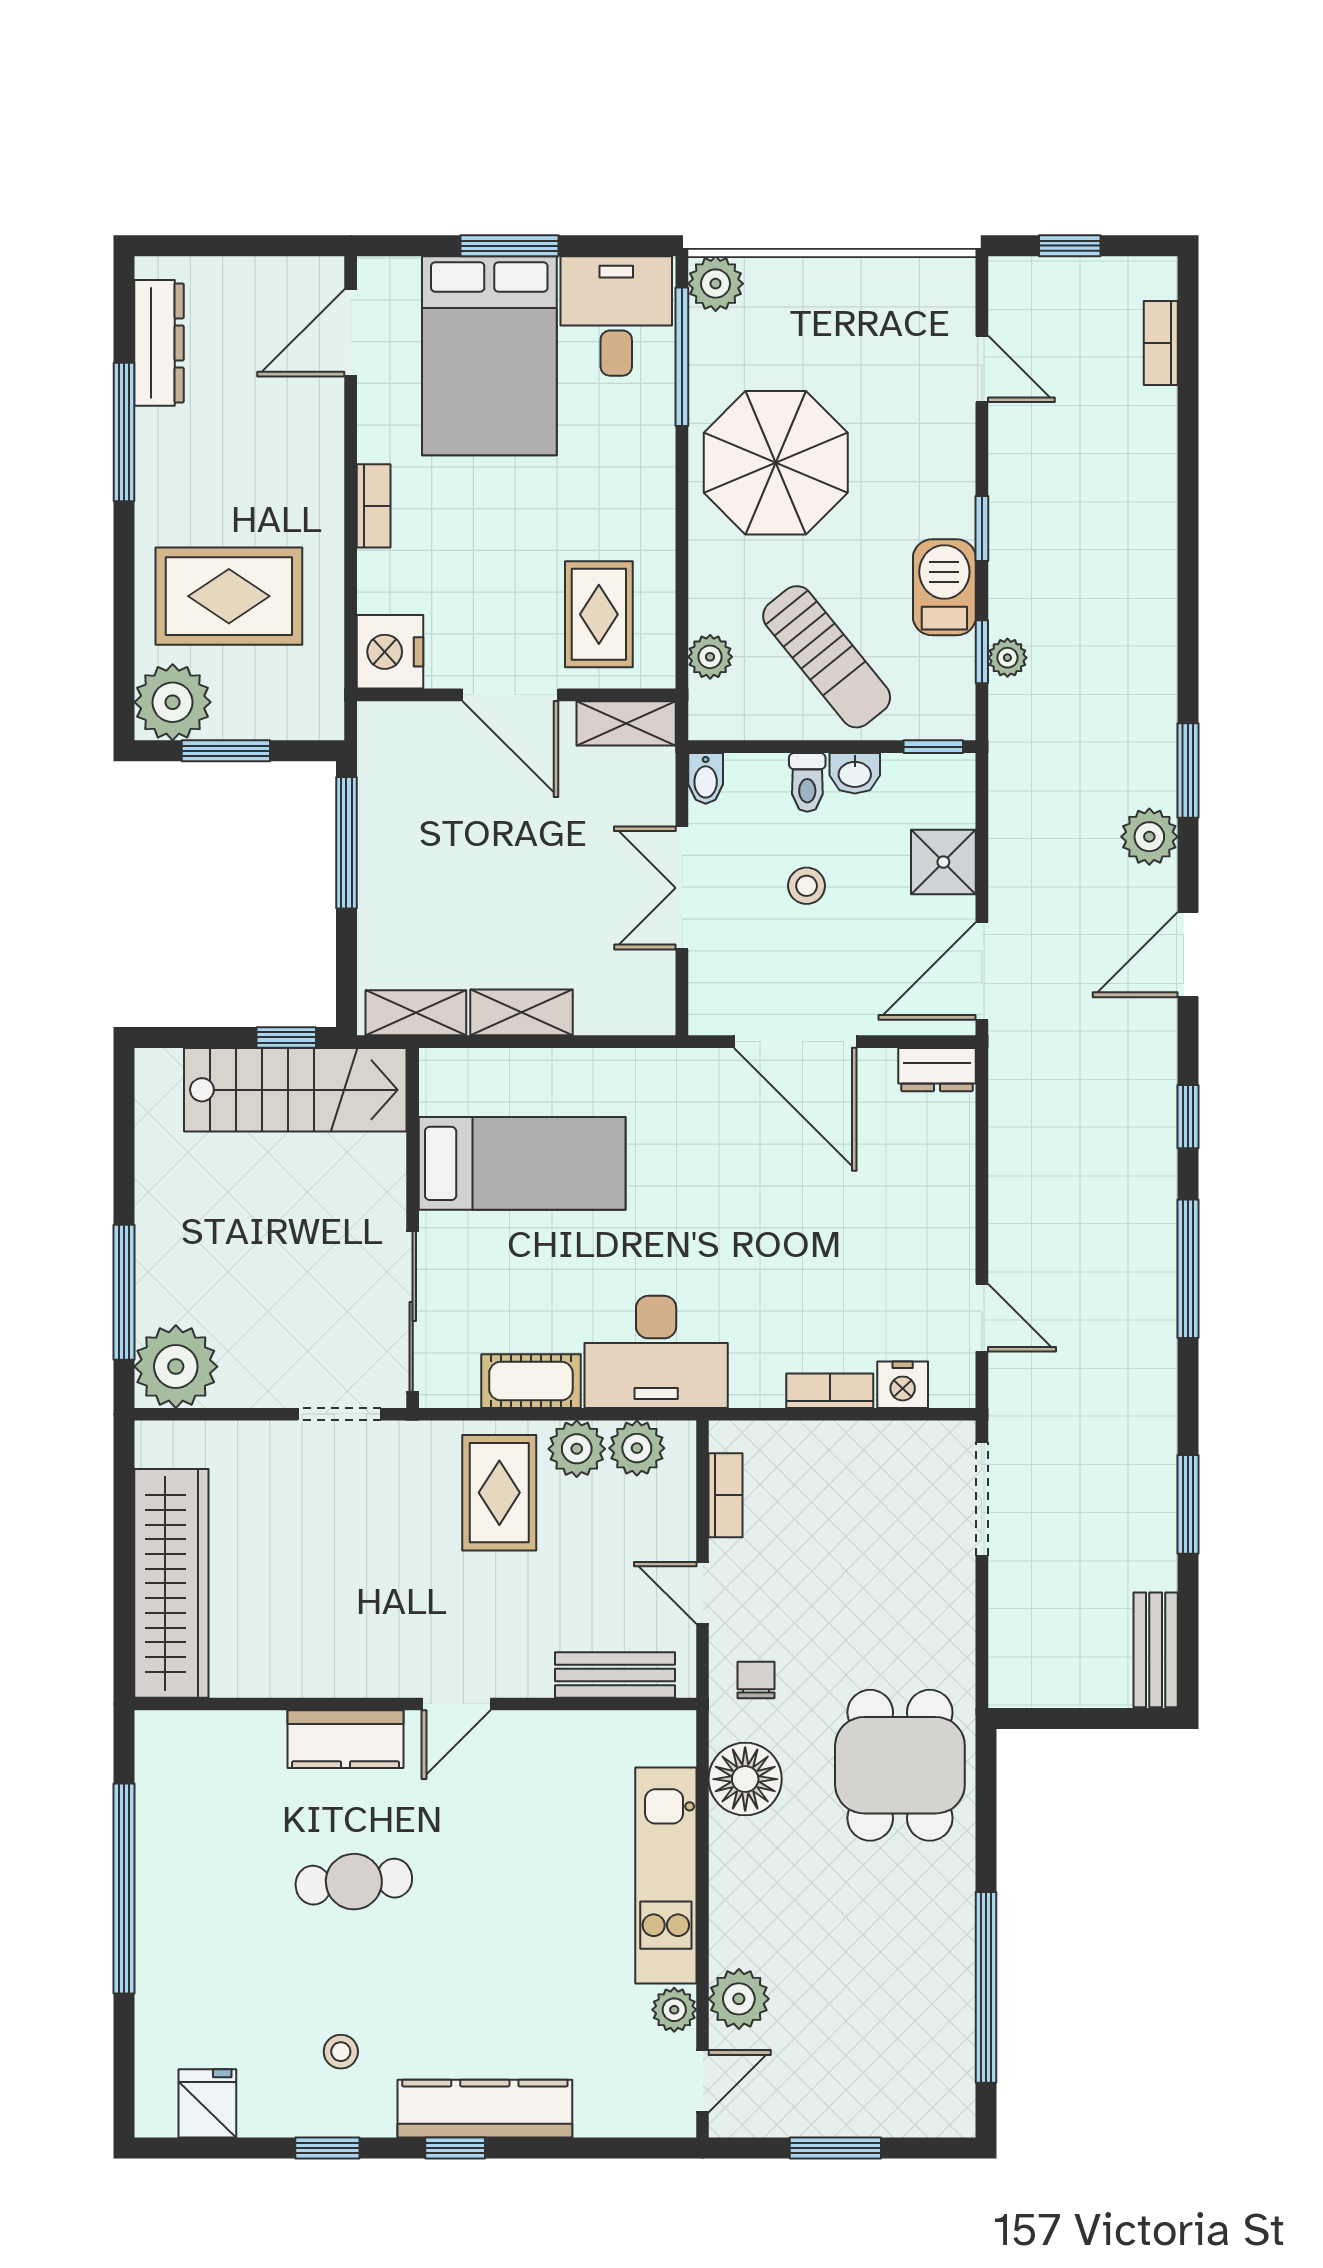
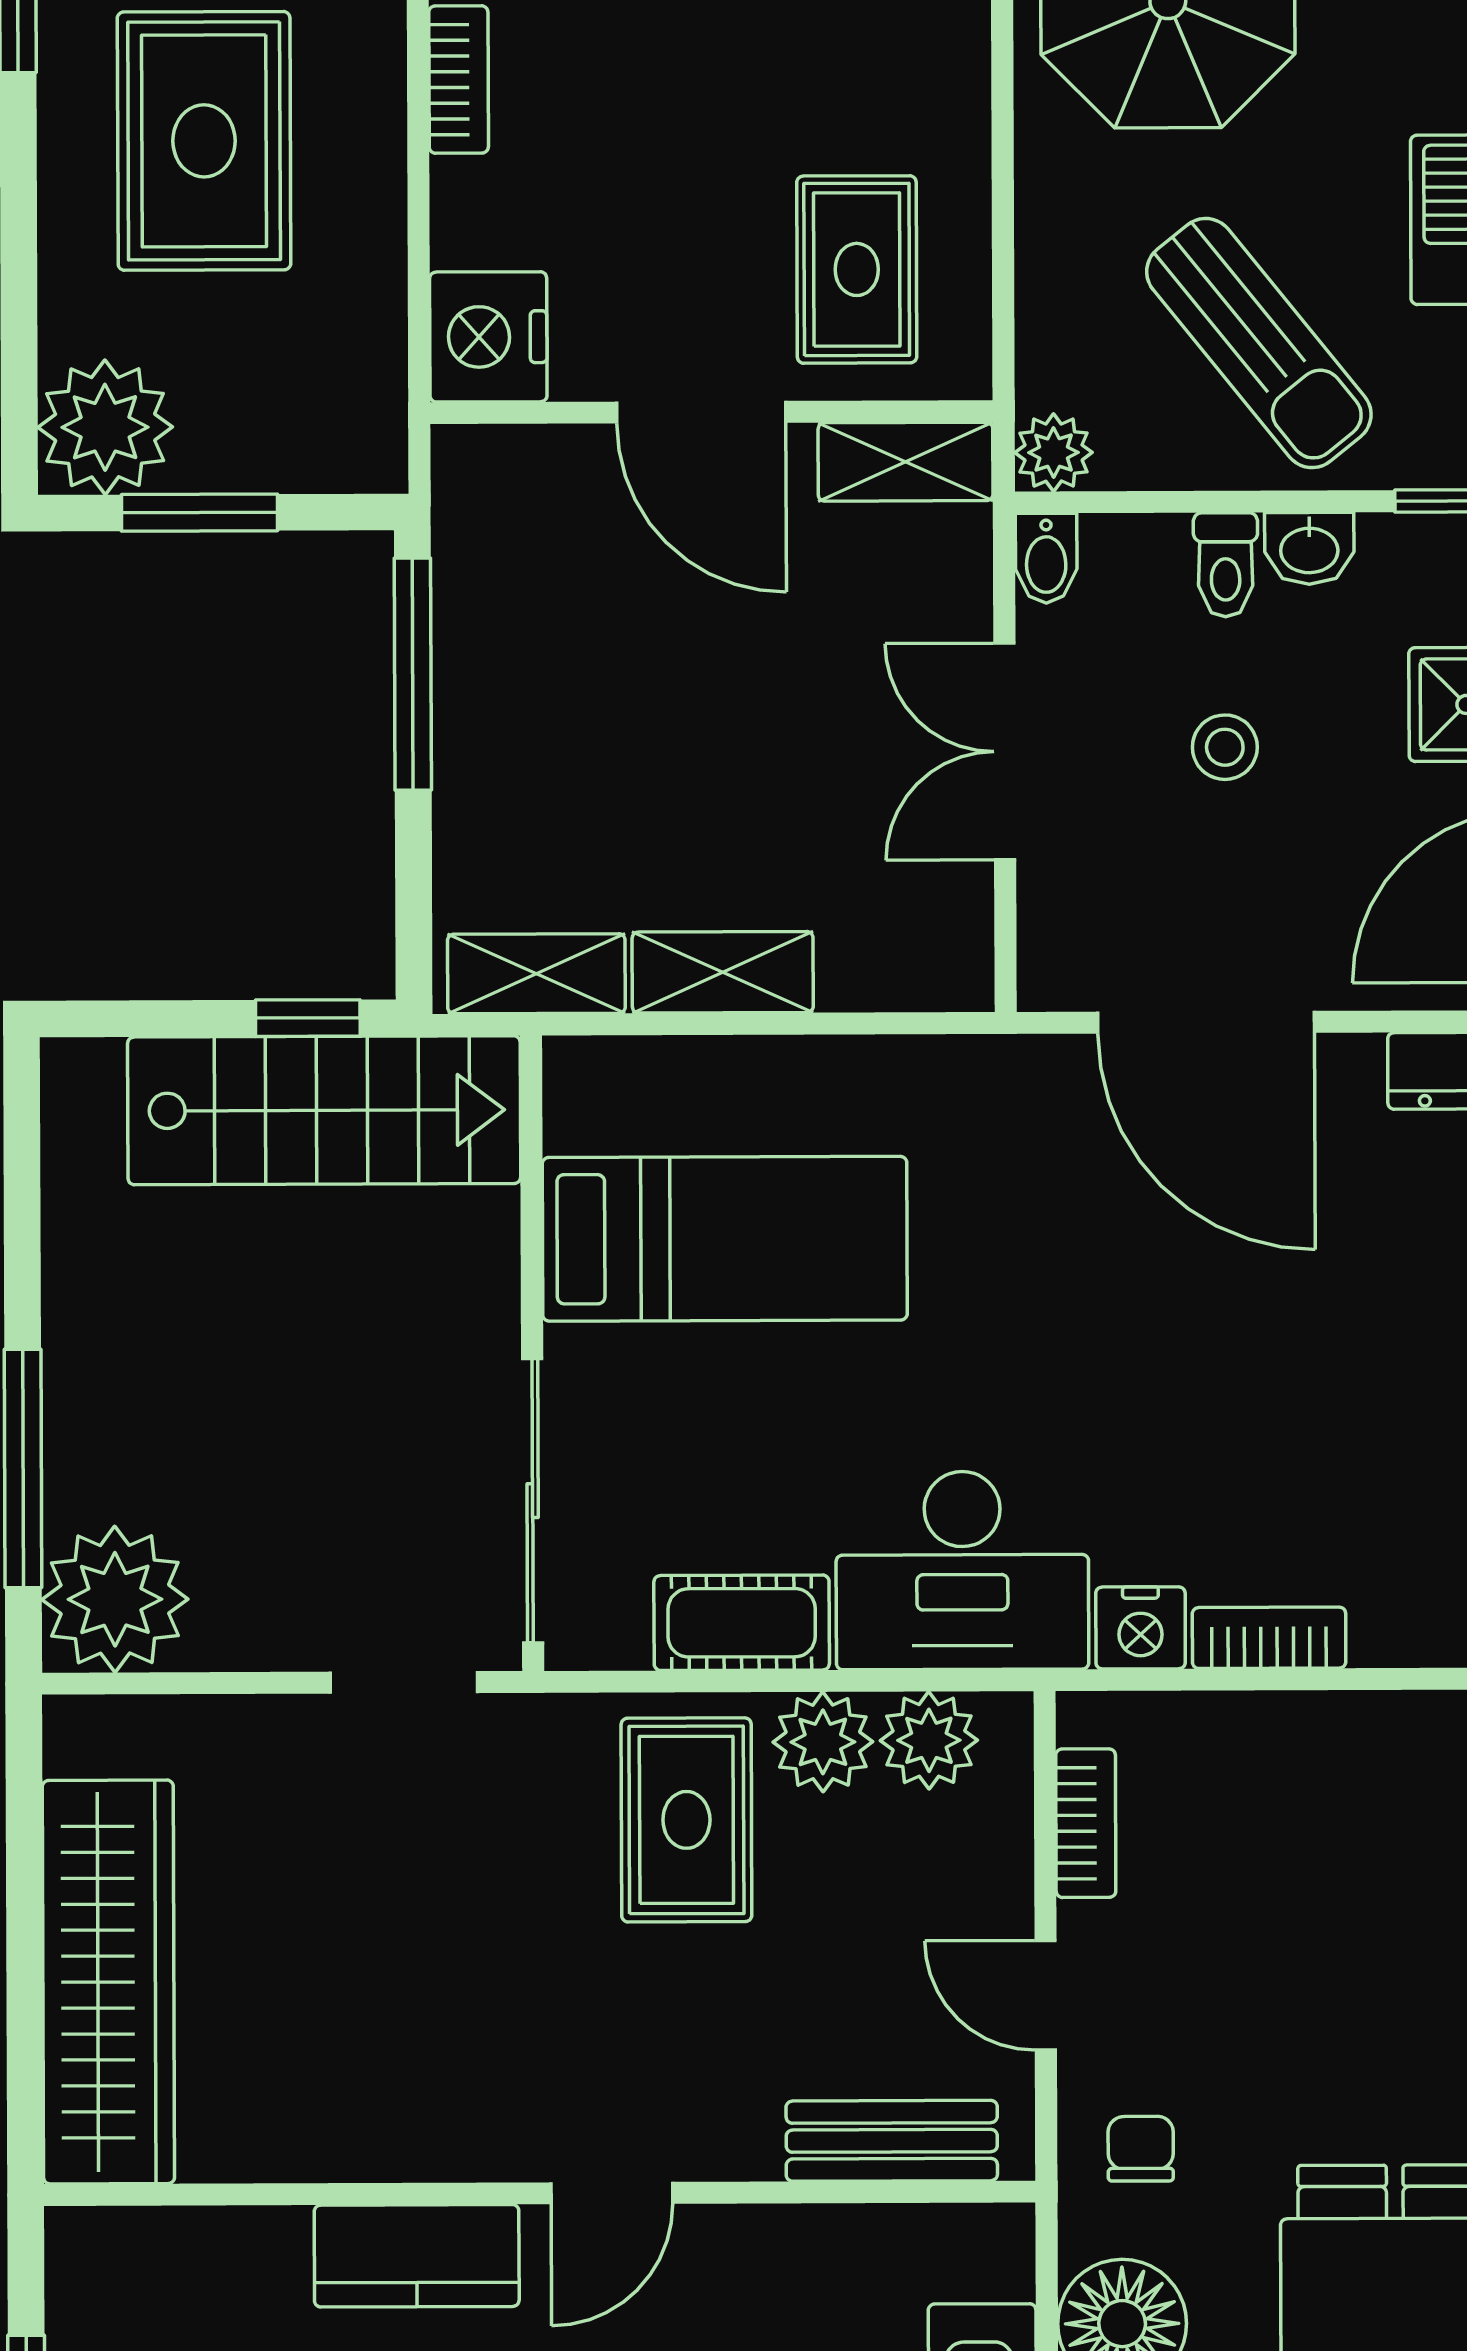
rug: (229, 596) -> (204, 141), moved, turned 90
plant: (710, 657) -> (1054, 453), moved
nightstand: (903, 1385) -> (1141, 1628), moved

